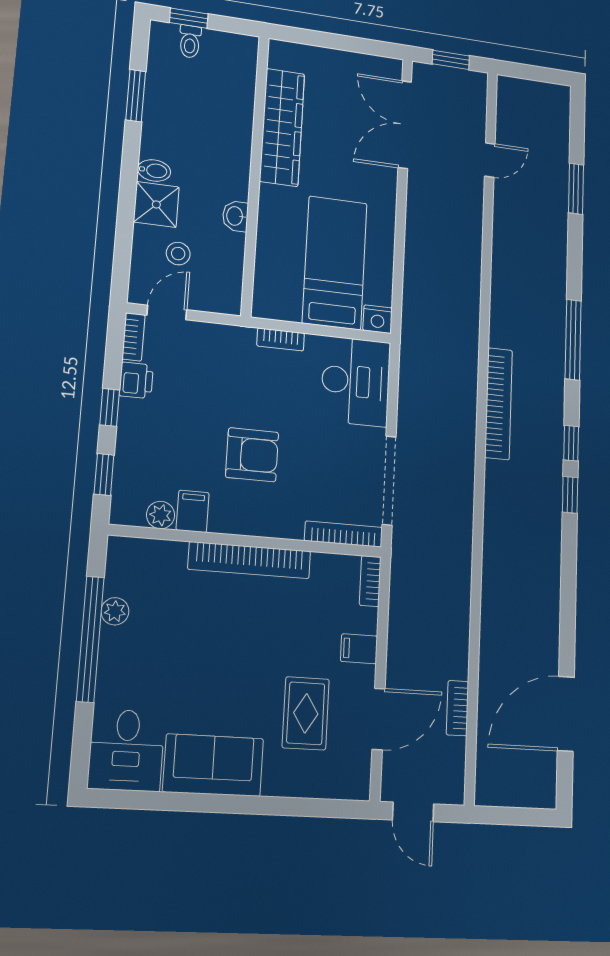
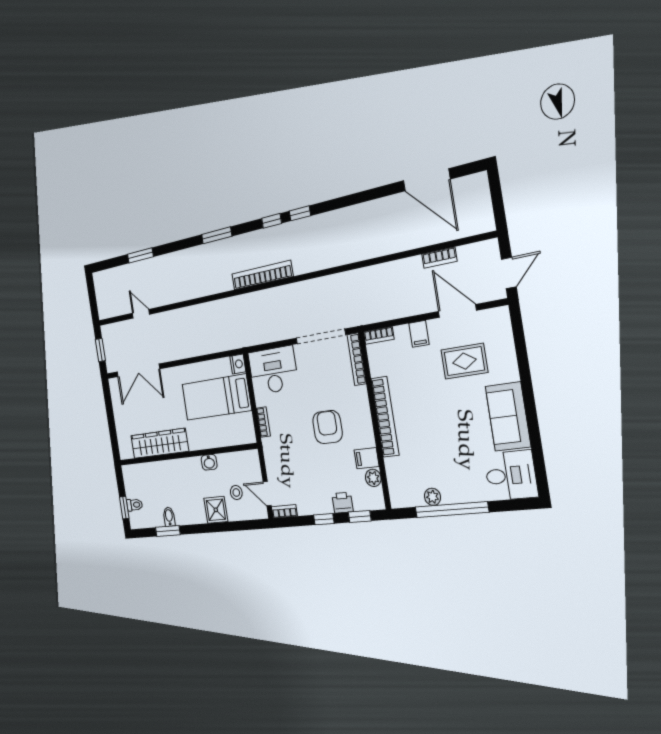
bidet: (154, 171) -> (169, 517), moved
window: (573, 340) -> (217, 235), width x0.69
printer: (136, 380) -> (342, 503), moved

